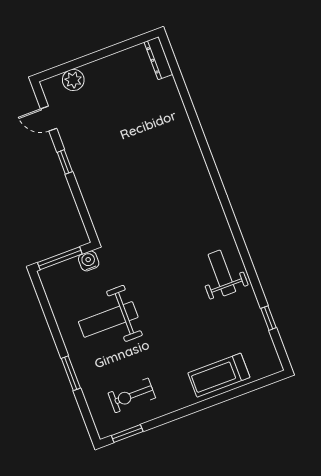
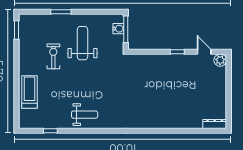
plant: (73, 80) -> (220, 60), moved
door: (49, 119) -> (204, 52), hinge flipped
water cooler: (89, 261) -> (118, 29), moved
exercise bike: (132, 395) -> (53, 56), moved

